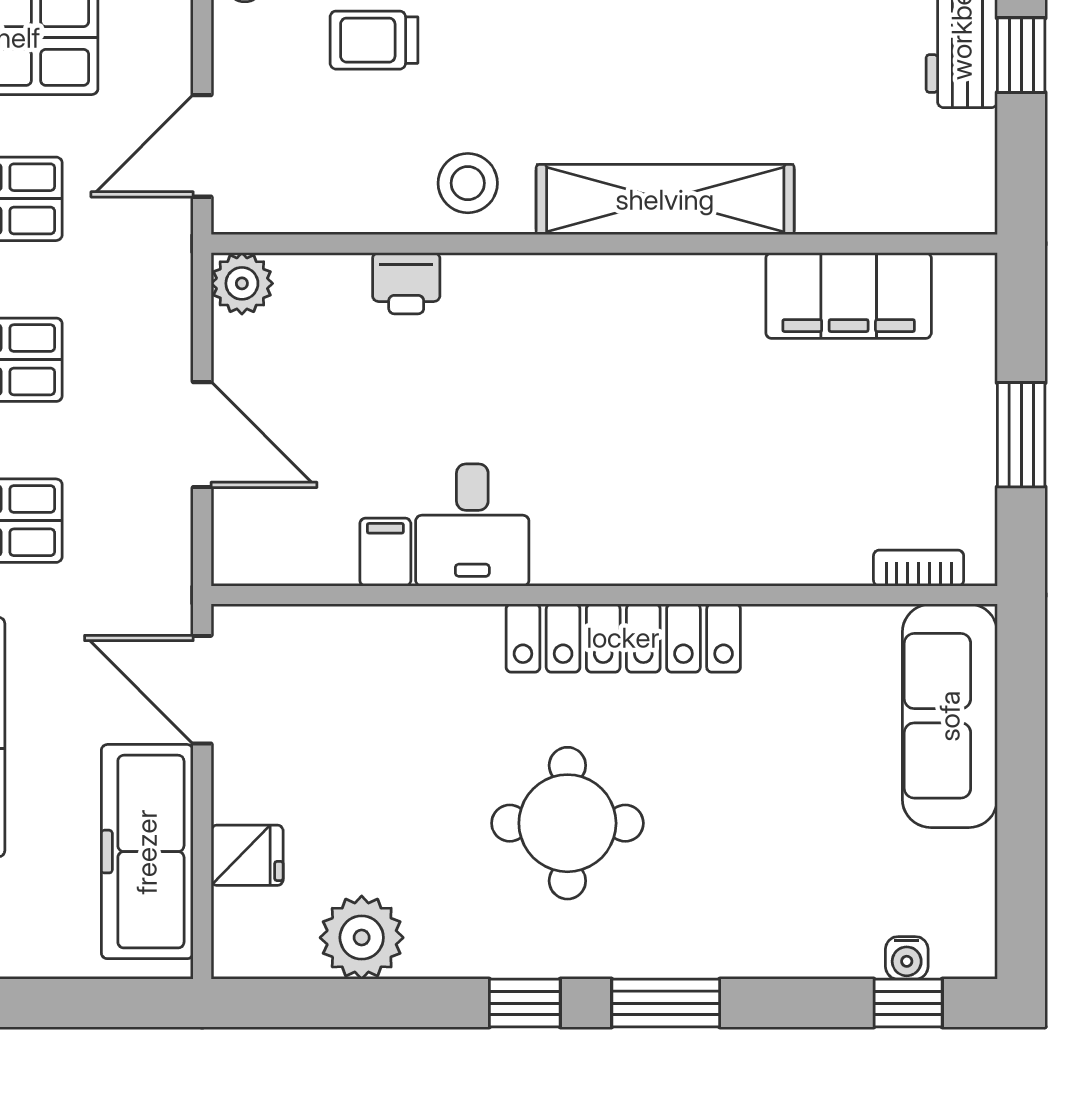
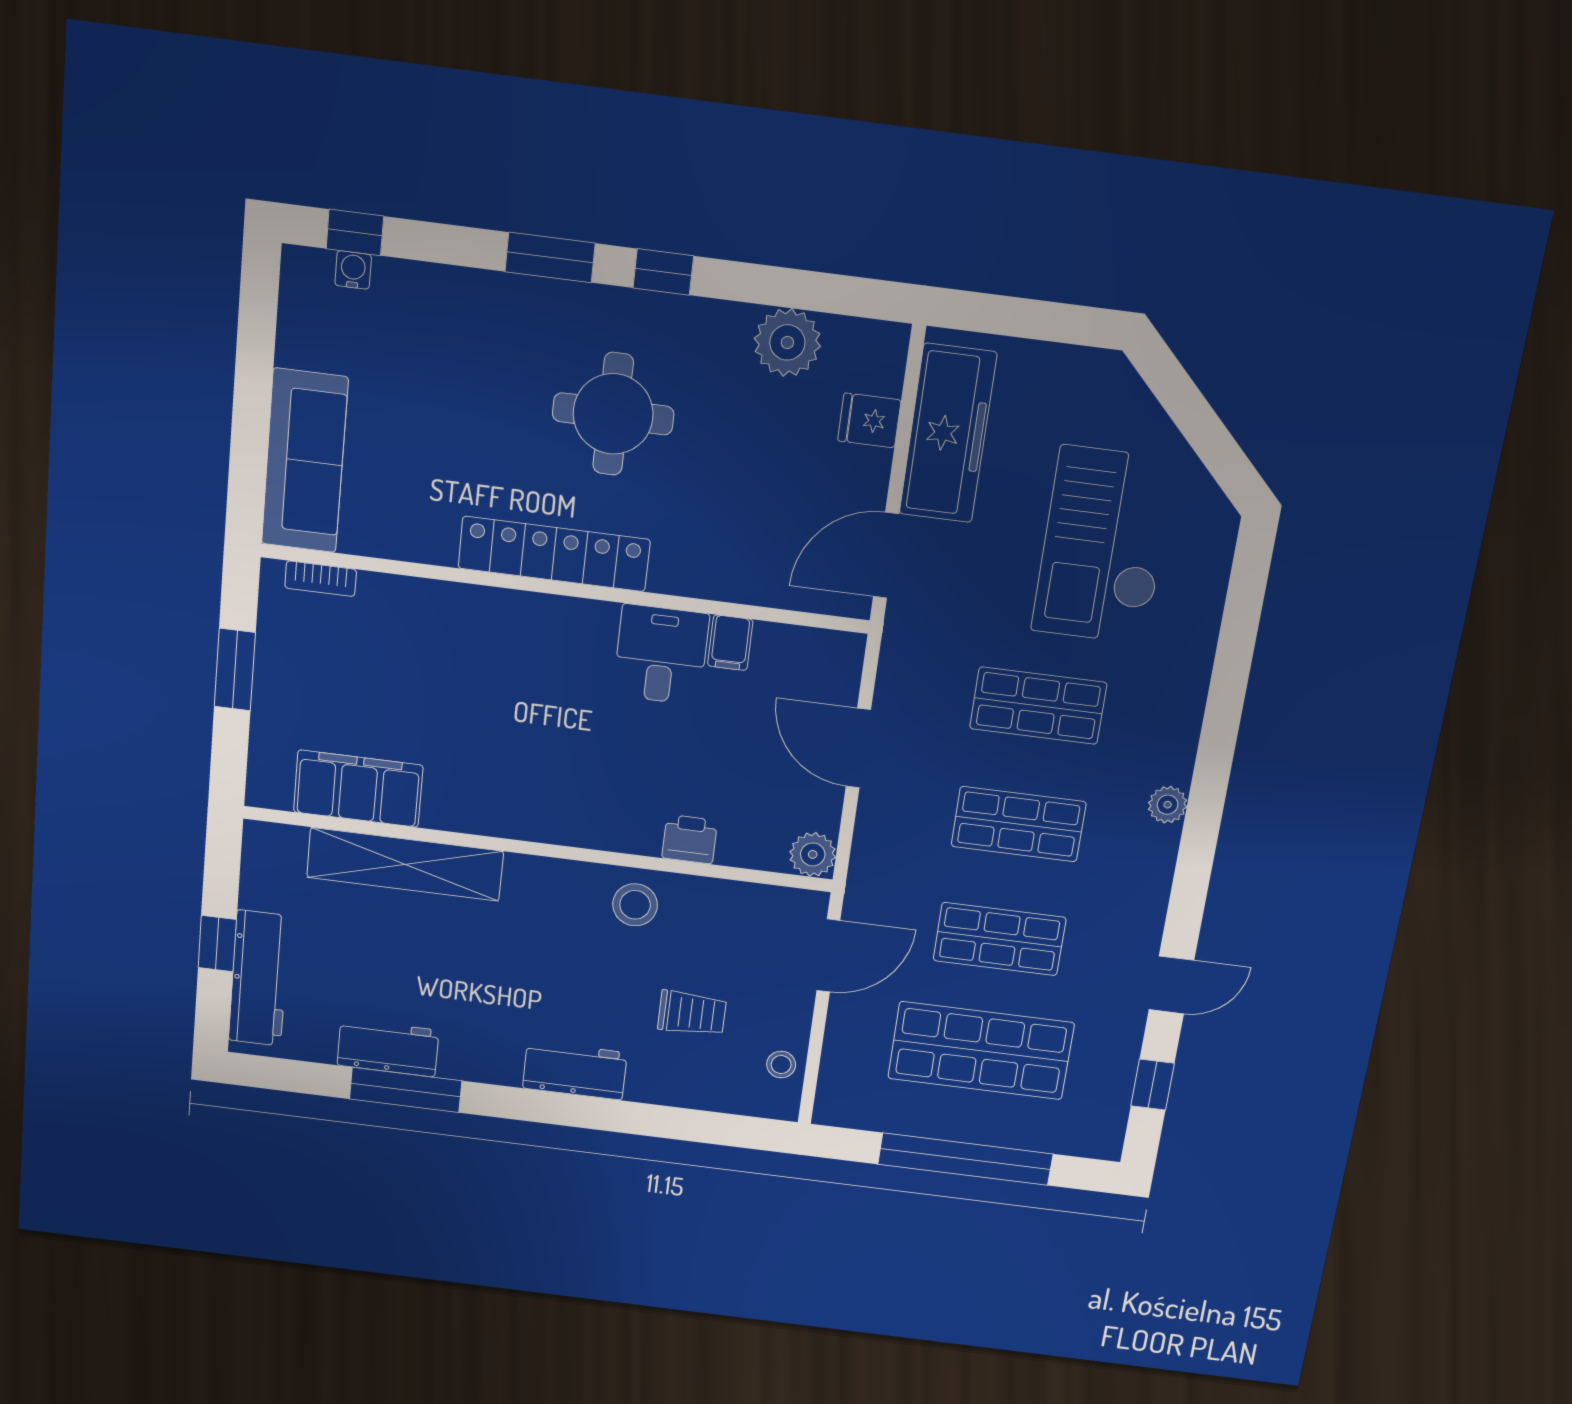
shelving: (665, 200) -> (405, 864), moved
door: (202, 690) -> (886, 555), swing flipped

